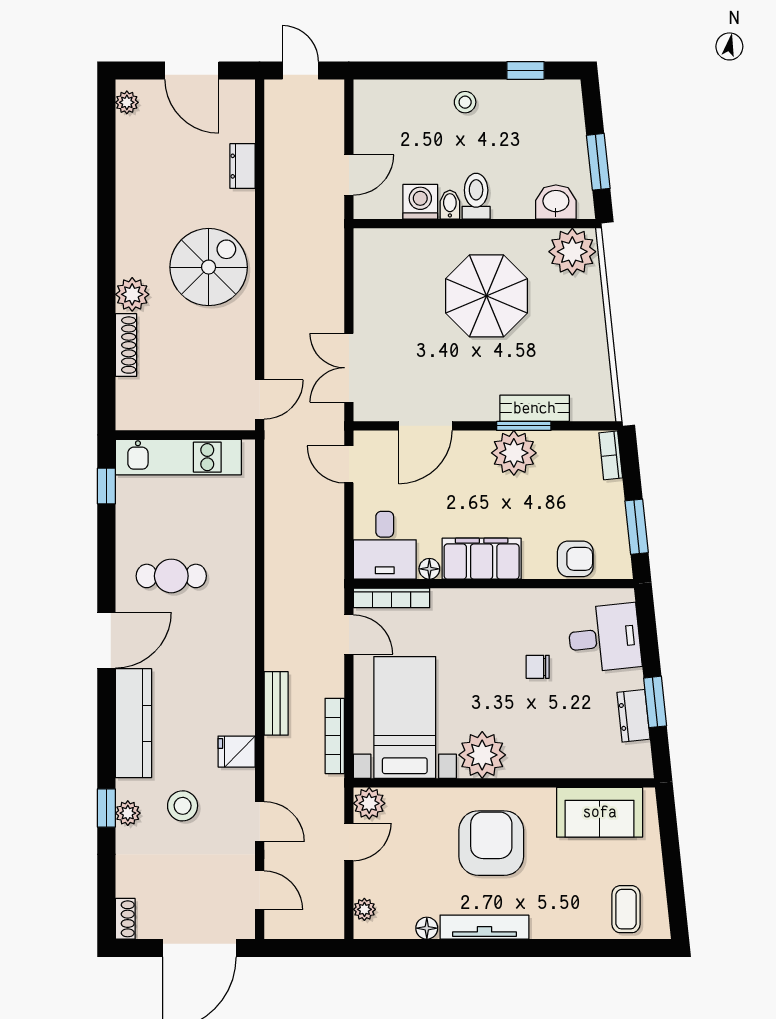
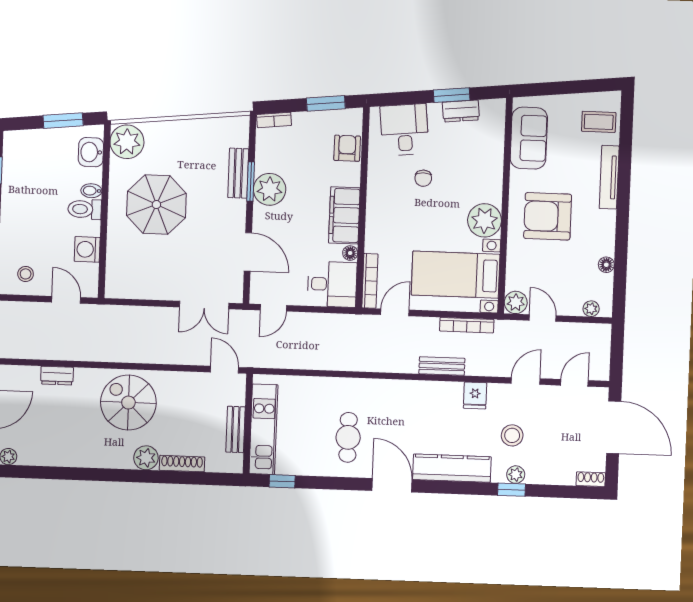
stool: (465, 102) -> (26, 274), moved
bidet: (450, 205) -> (91, 191), moved
bench: (176, 418) -> (236, 429), added
tv unit: (484, 927) -> (609, 177), moved

